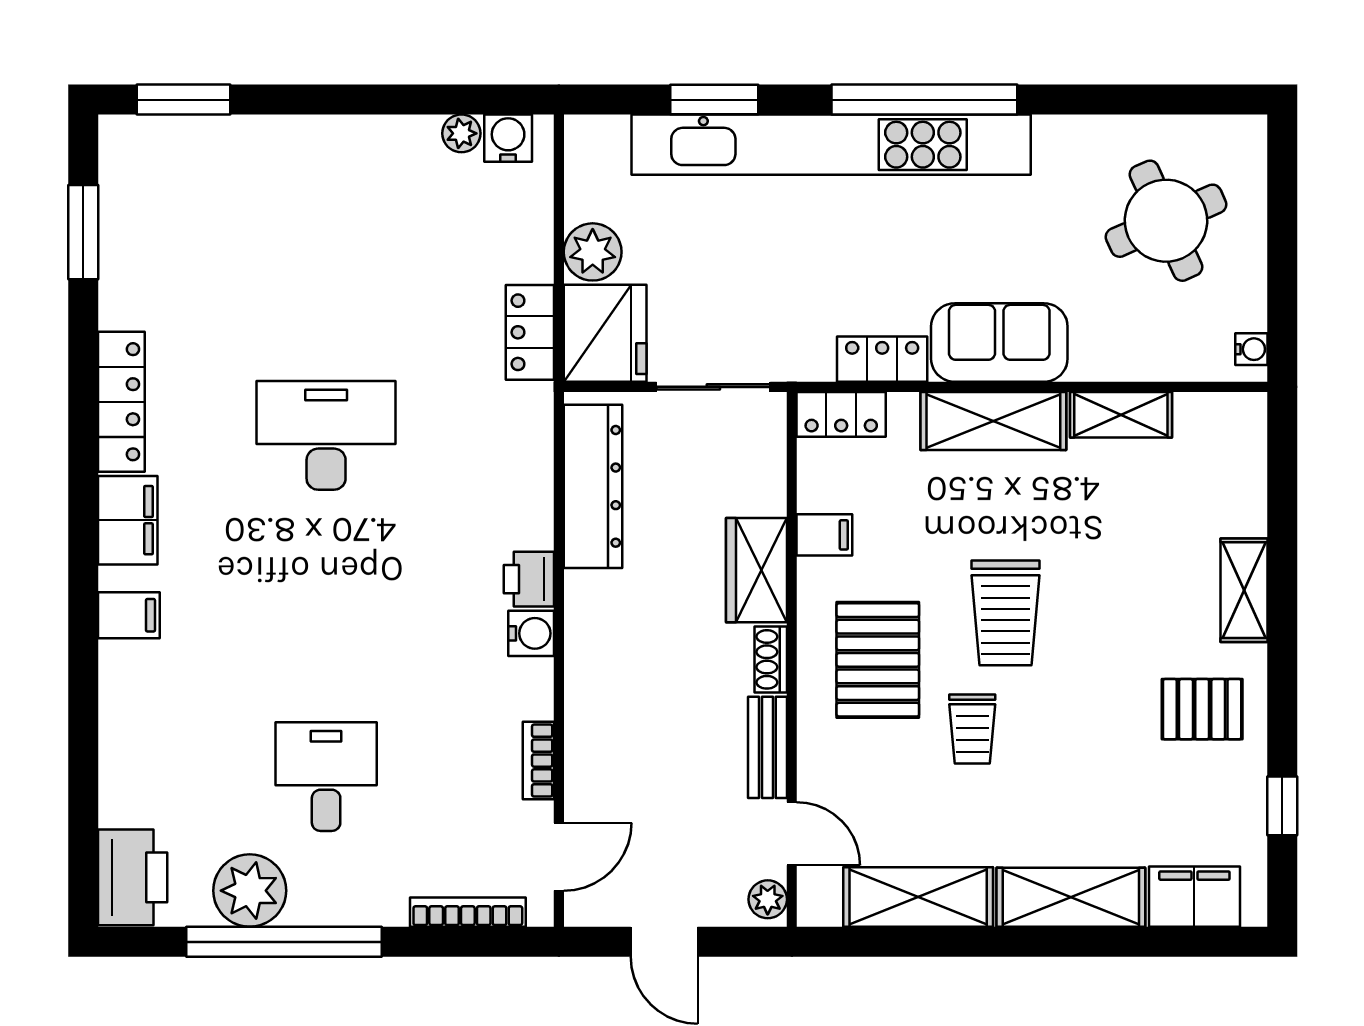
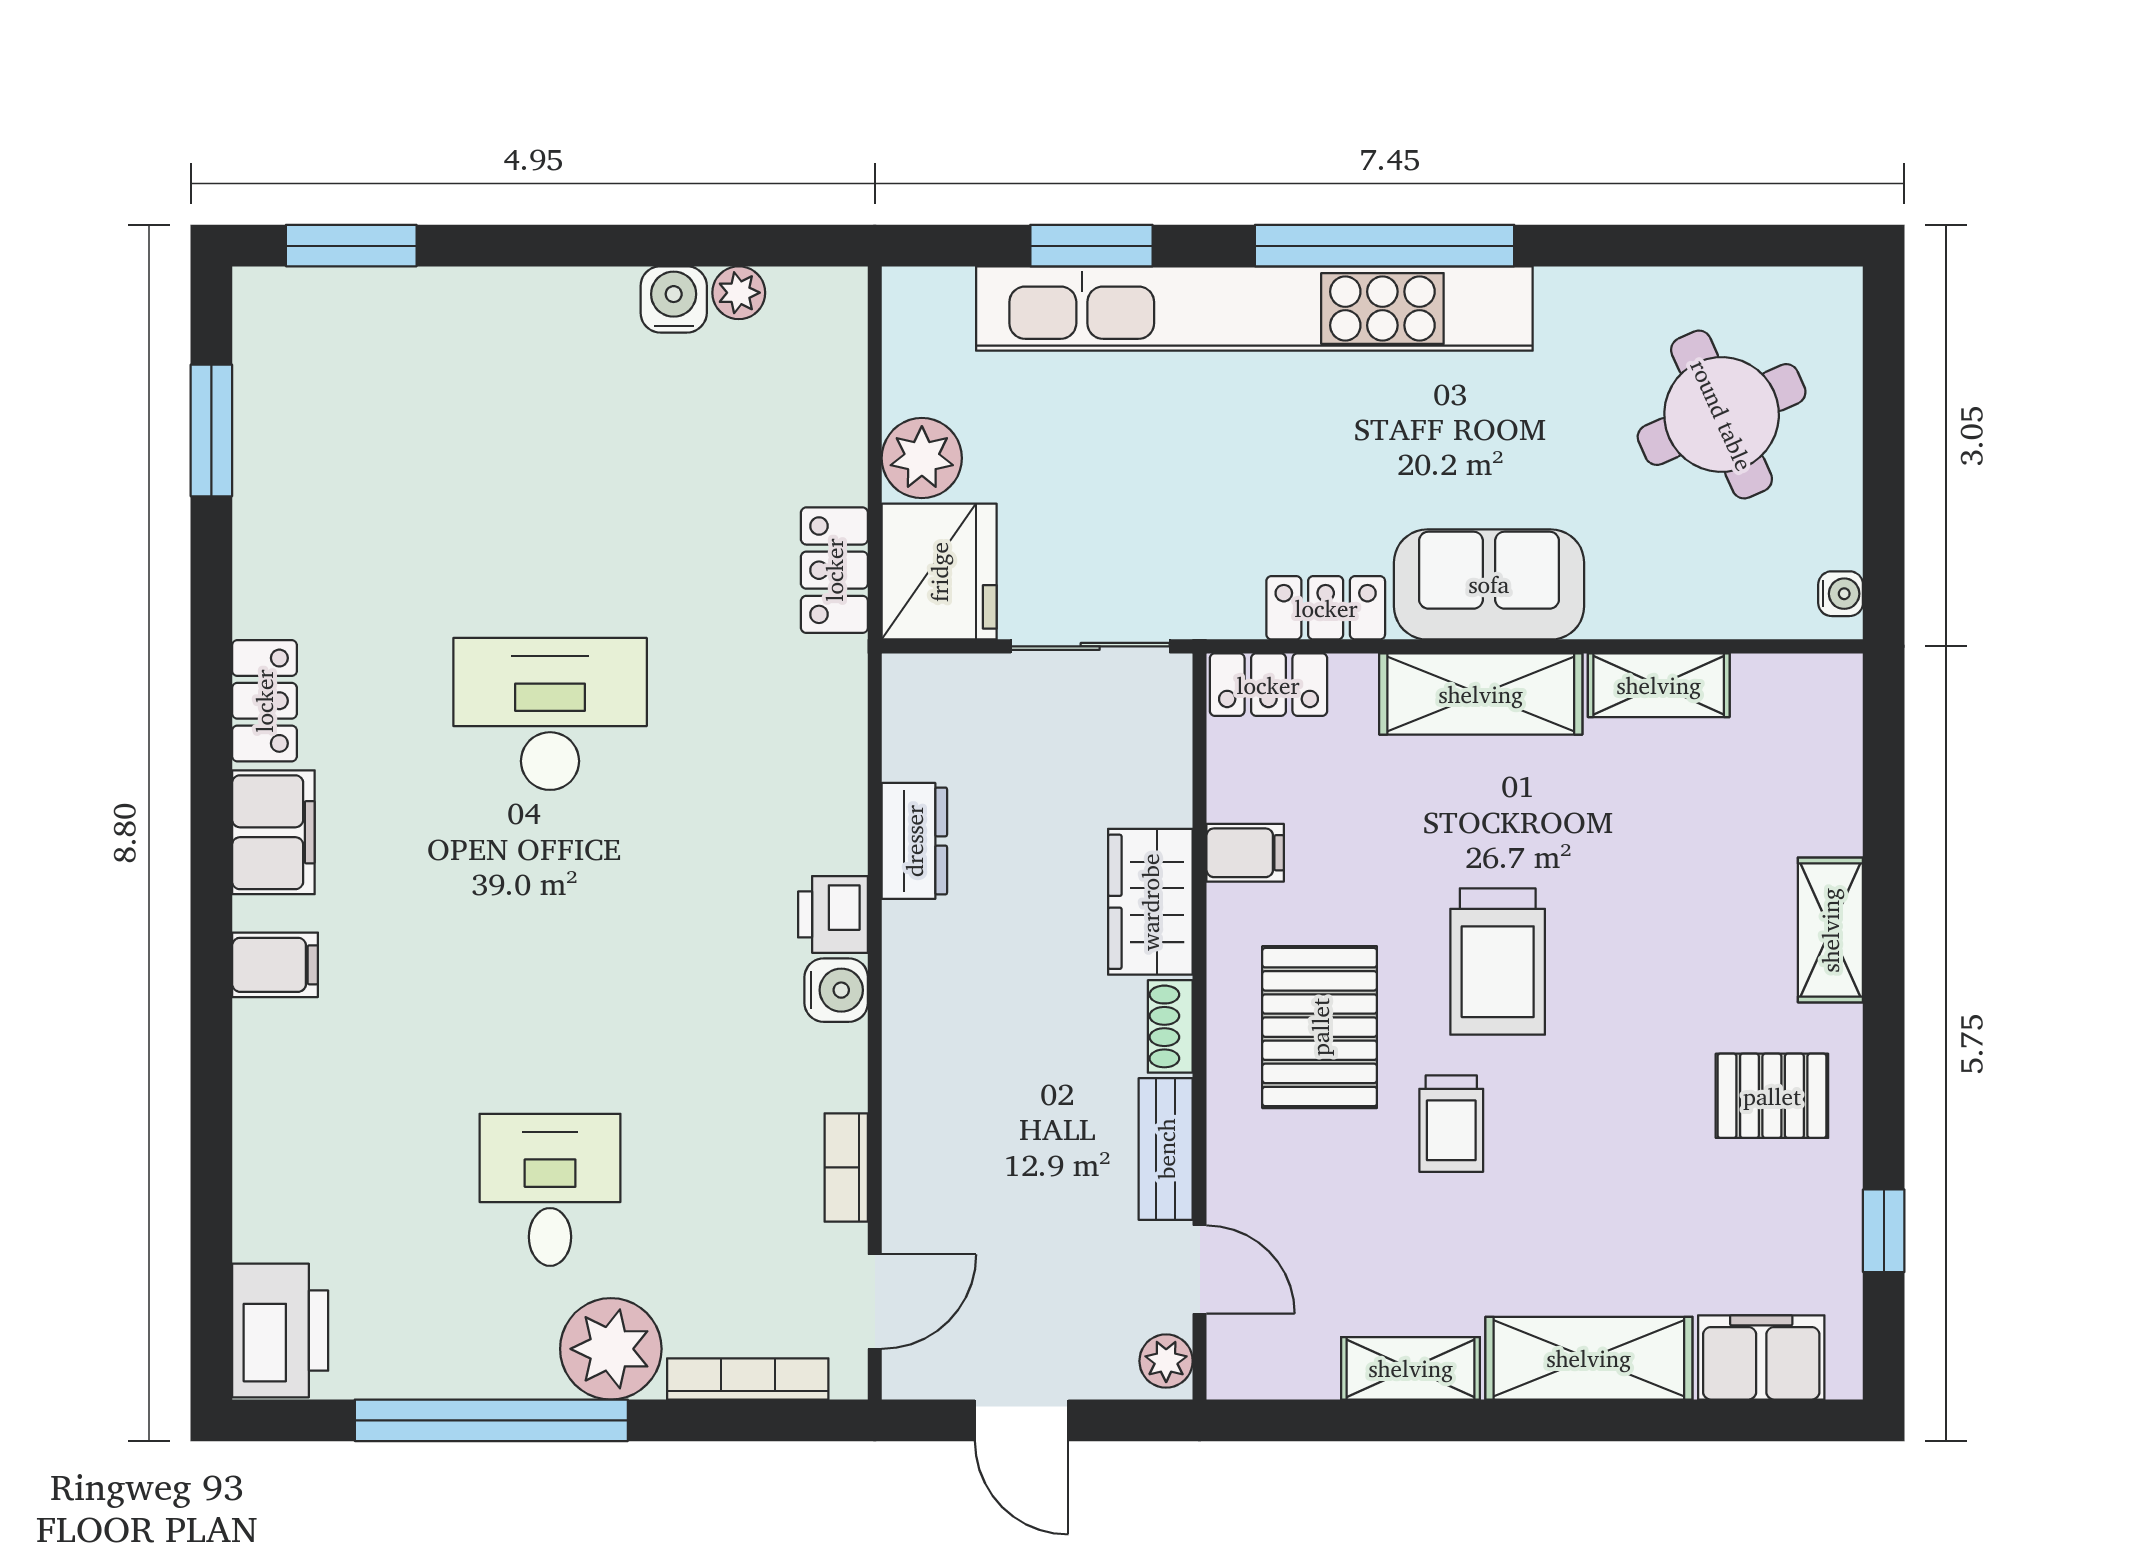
water cooler: (508, 138) -> (674, 299), moved
locker: (121, 402) -> (264, 701), width x0.66
dresser: (593, 486) -> (914, 841), width x0.51, depth x0.80
plant: (250, 891) -> (611, 1349), moved
shelving: (918, 897) -> (1411, 1368), width x0.67, depth x0.75

